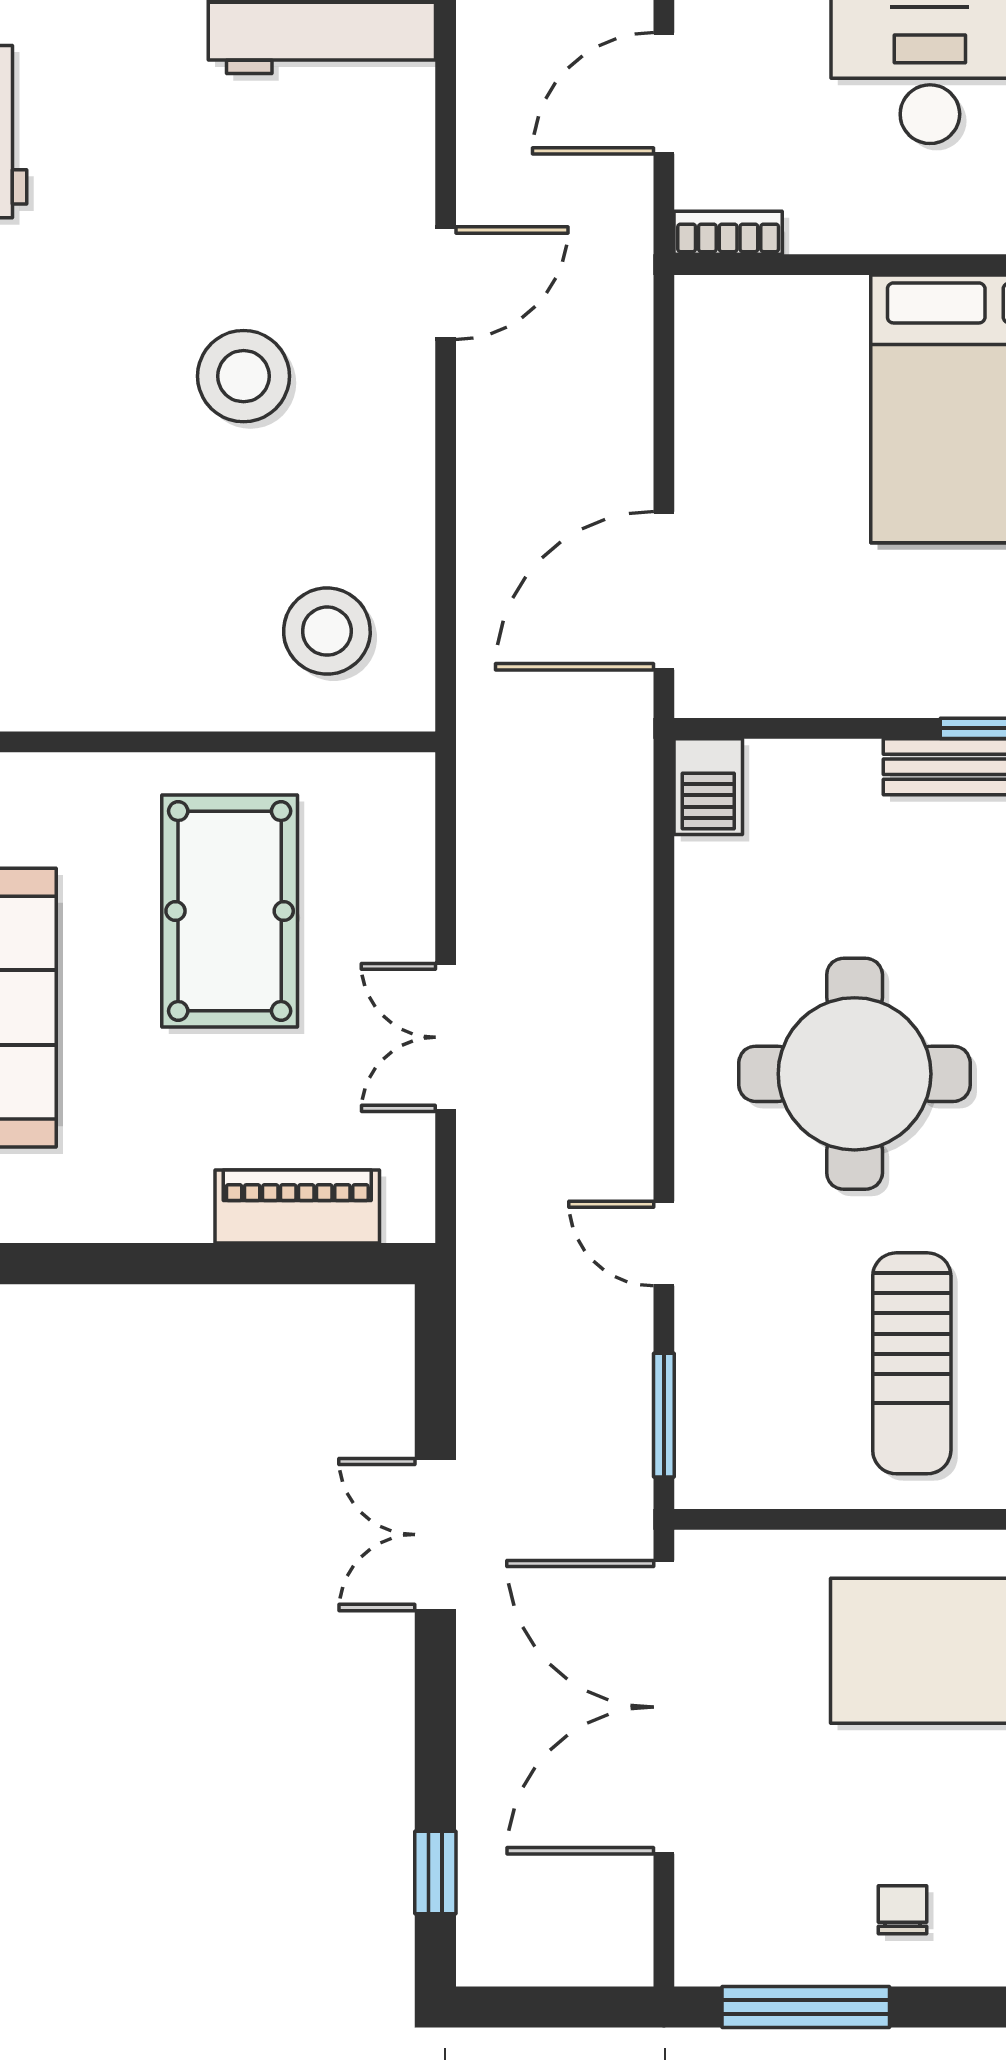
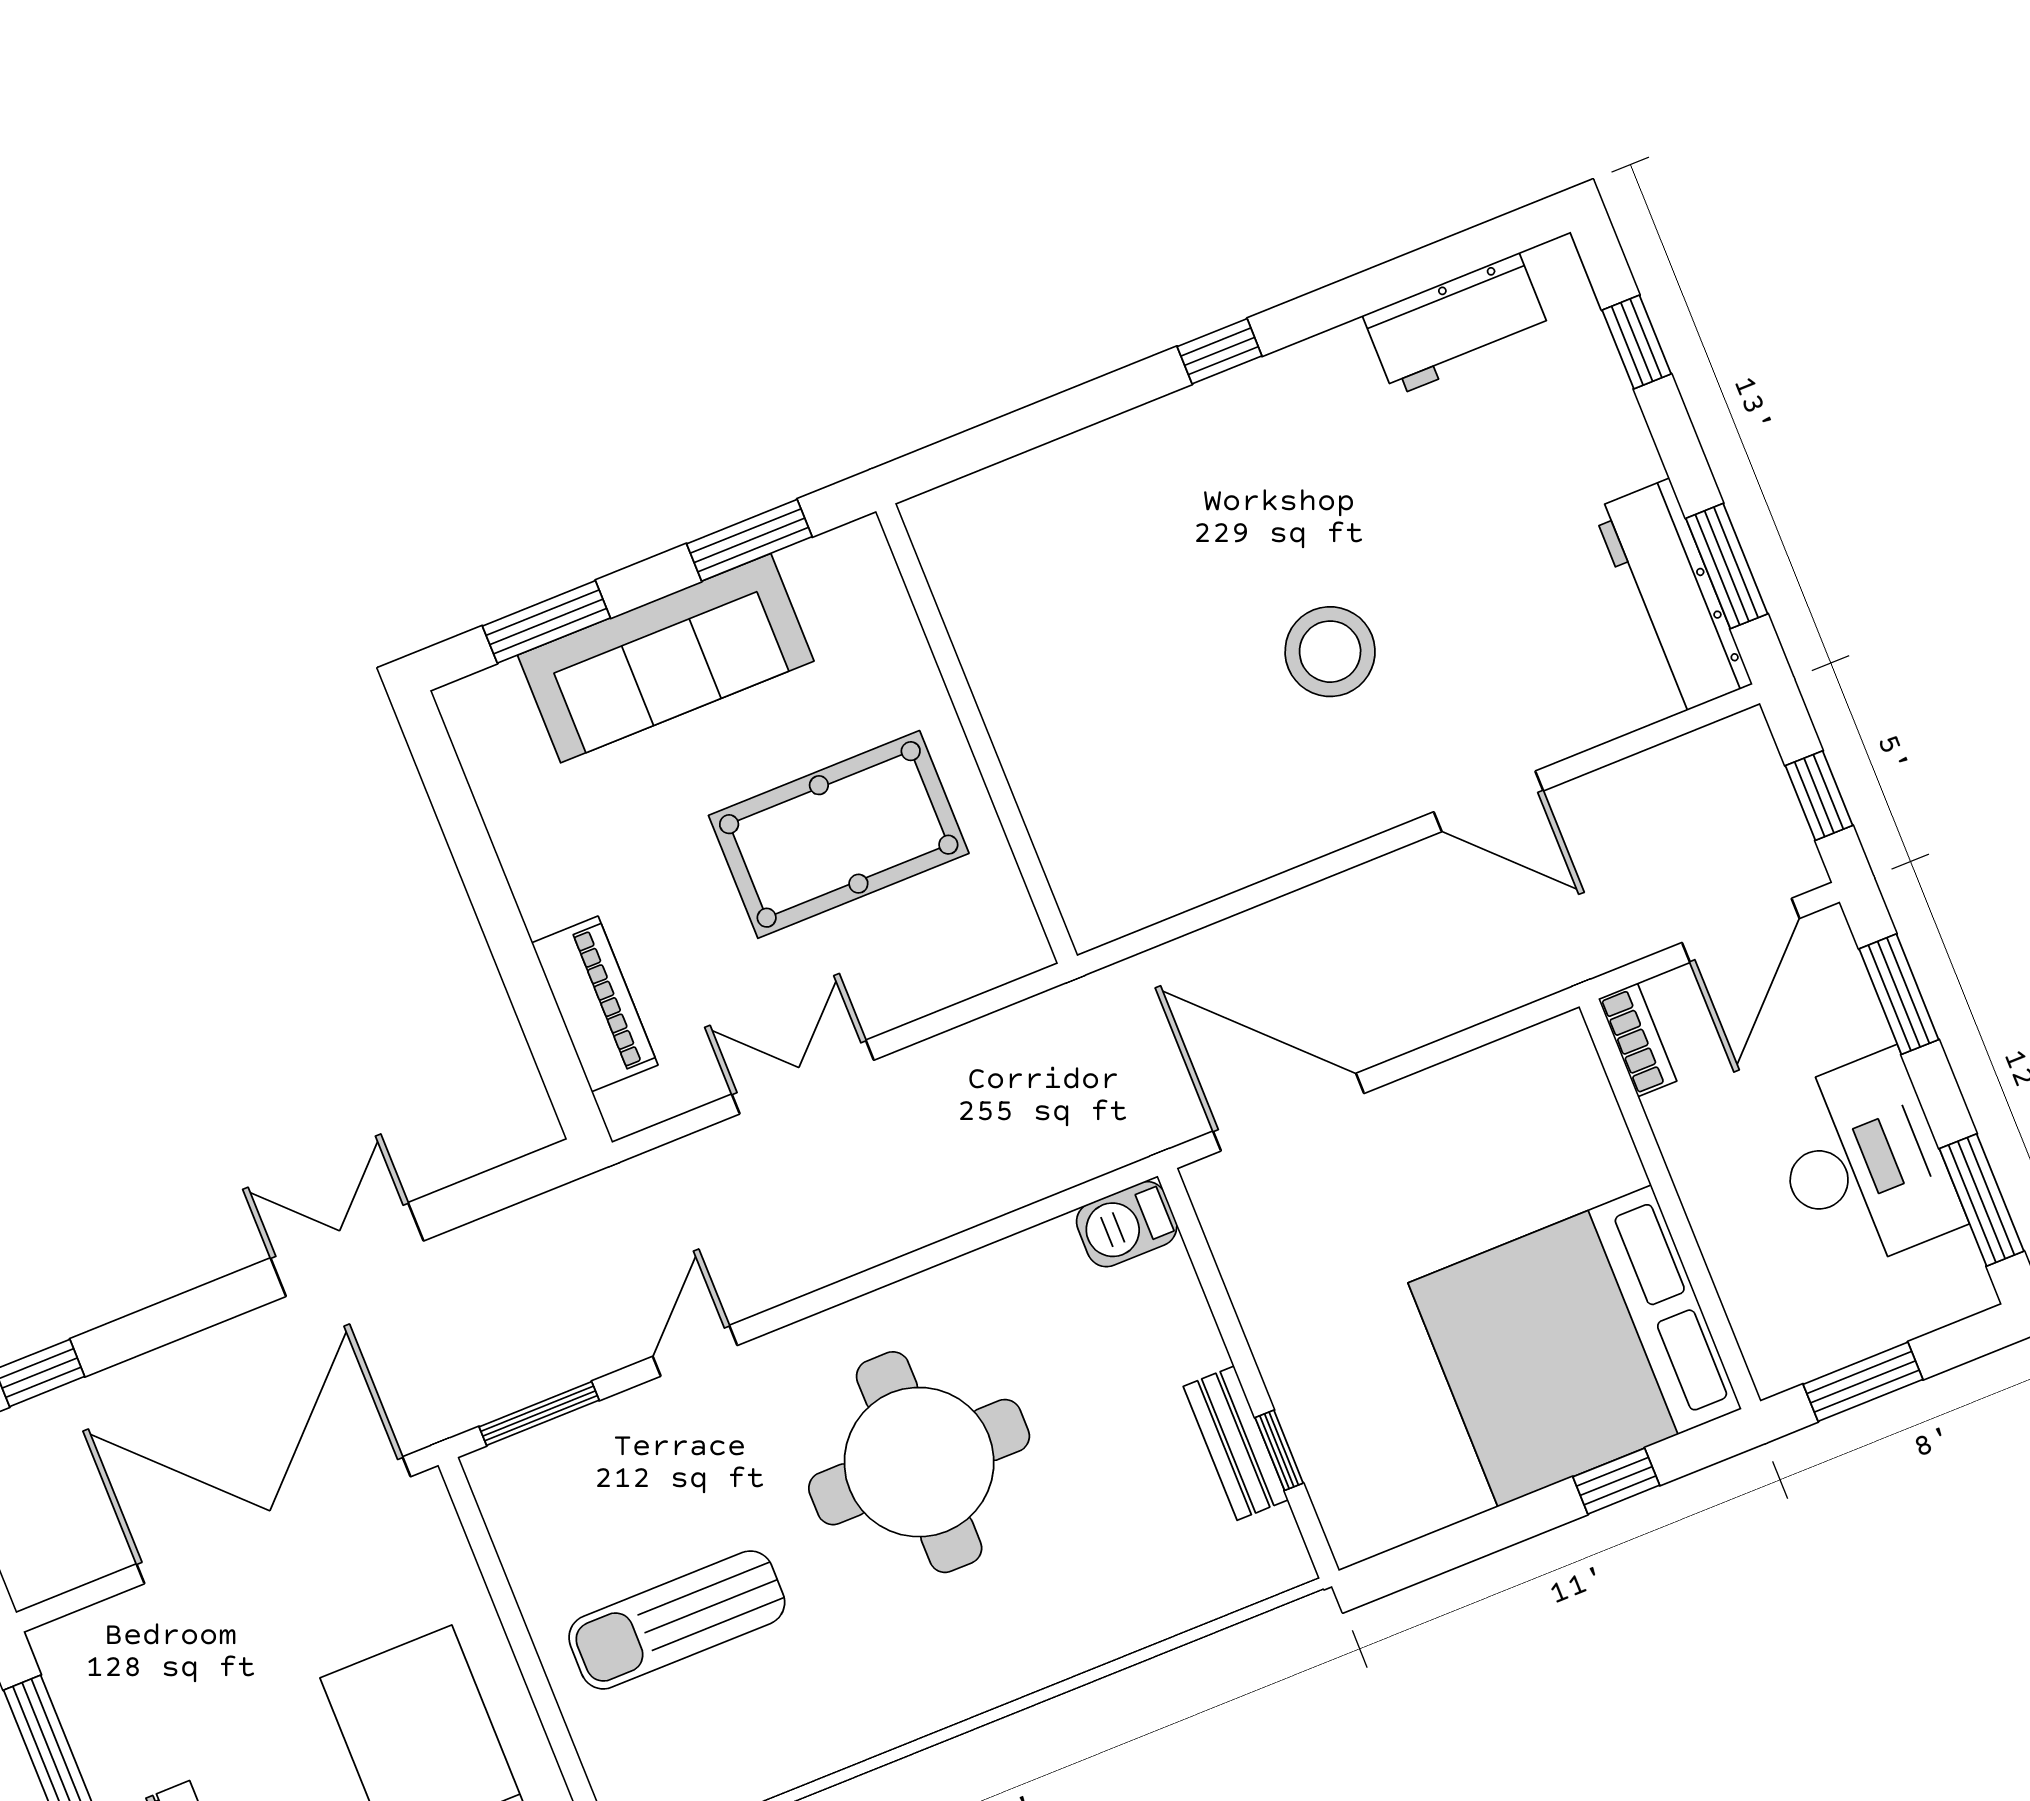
door: (664, 93) -> (1741, 930), swing flipped
stool: (327, 631) -> (1129, 821), removed

